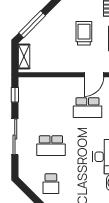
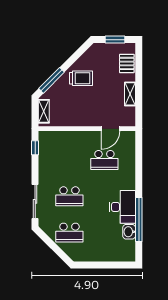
trolley: (84, 33) -> (81, 78), moved, turned 90
sliding door: (15, 137) -> (35, 201), moved
school desk: (51, 184) -> (69, 233), width x1.85

